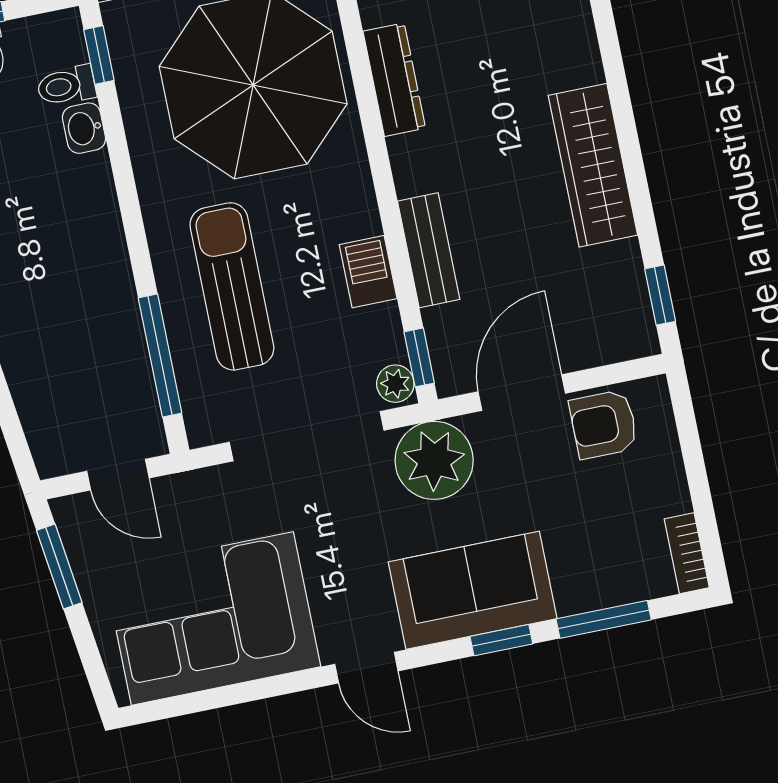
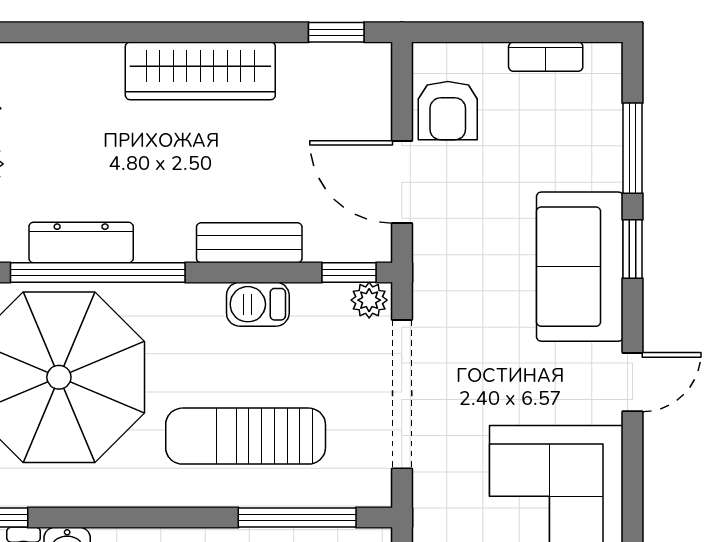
window: (367, 103) -> (98, 272), added
plant: (434, 460) -> (449, 278), removed
bookcase: (687, 553) -> (546, 57), moved

